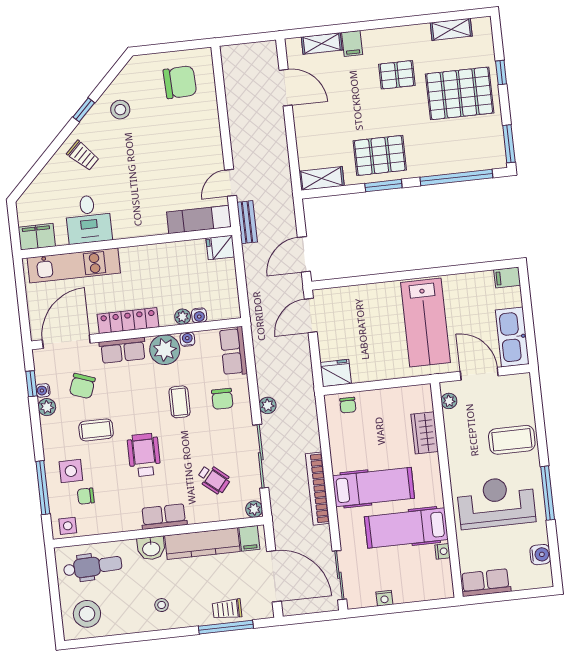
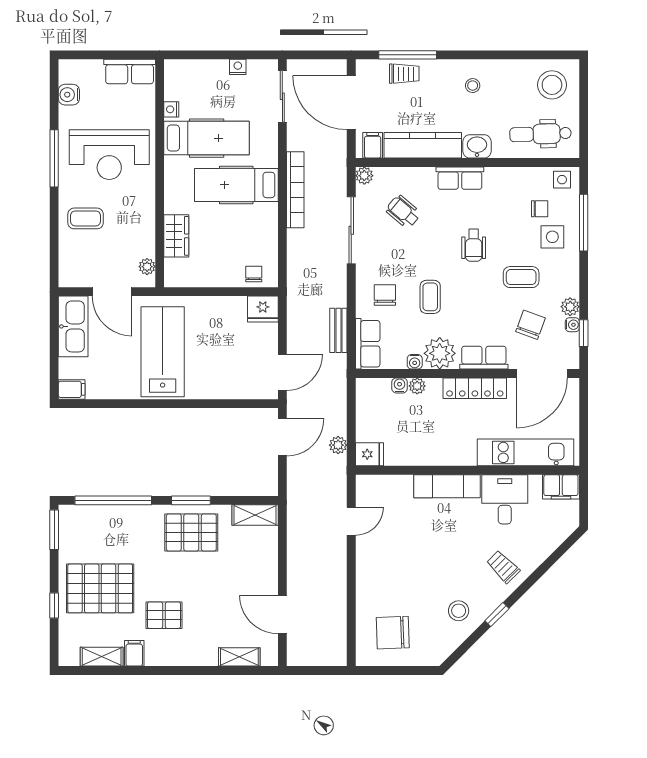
filing cabinet: (352, 44) -> (134, 653), moved
exam couch: (199, 219) -> (447, 486), moved
bench: (247, 222) -> (338, 330), moved
plant: (268, 405) -> (338, 445), moved
coffee table: (512, 440) -> (86, 218), width x0.73, depth x0.77
wheelchair: (144, 455) -> (474, 245), width x0.73, depth x0.73

